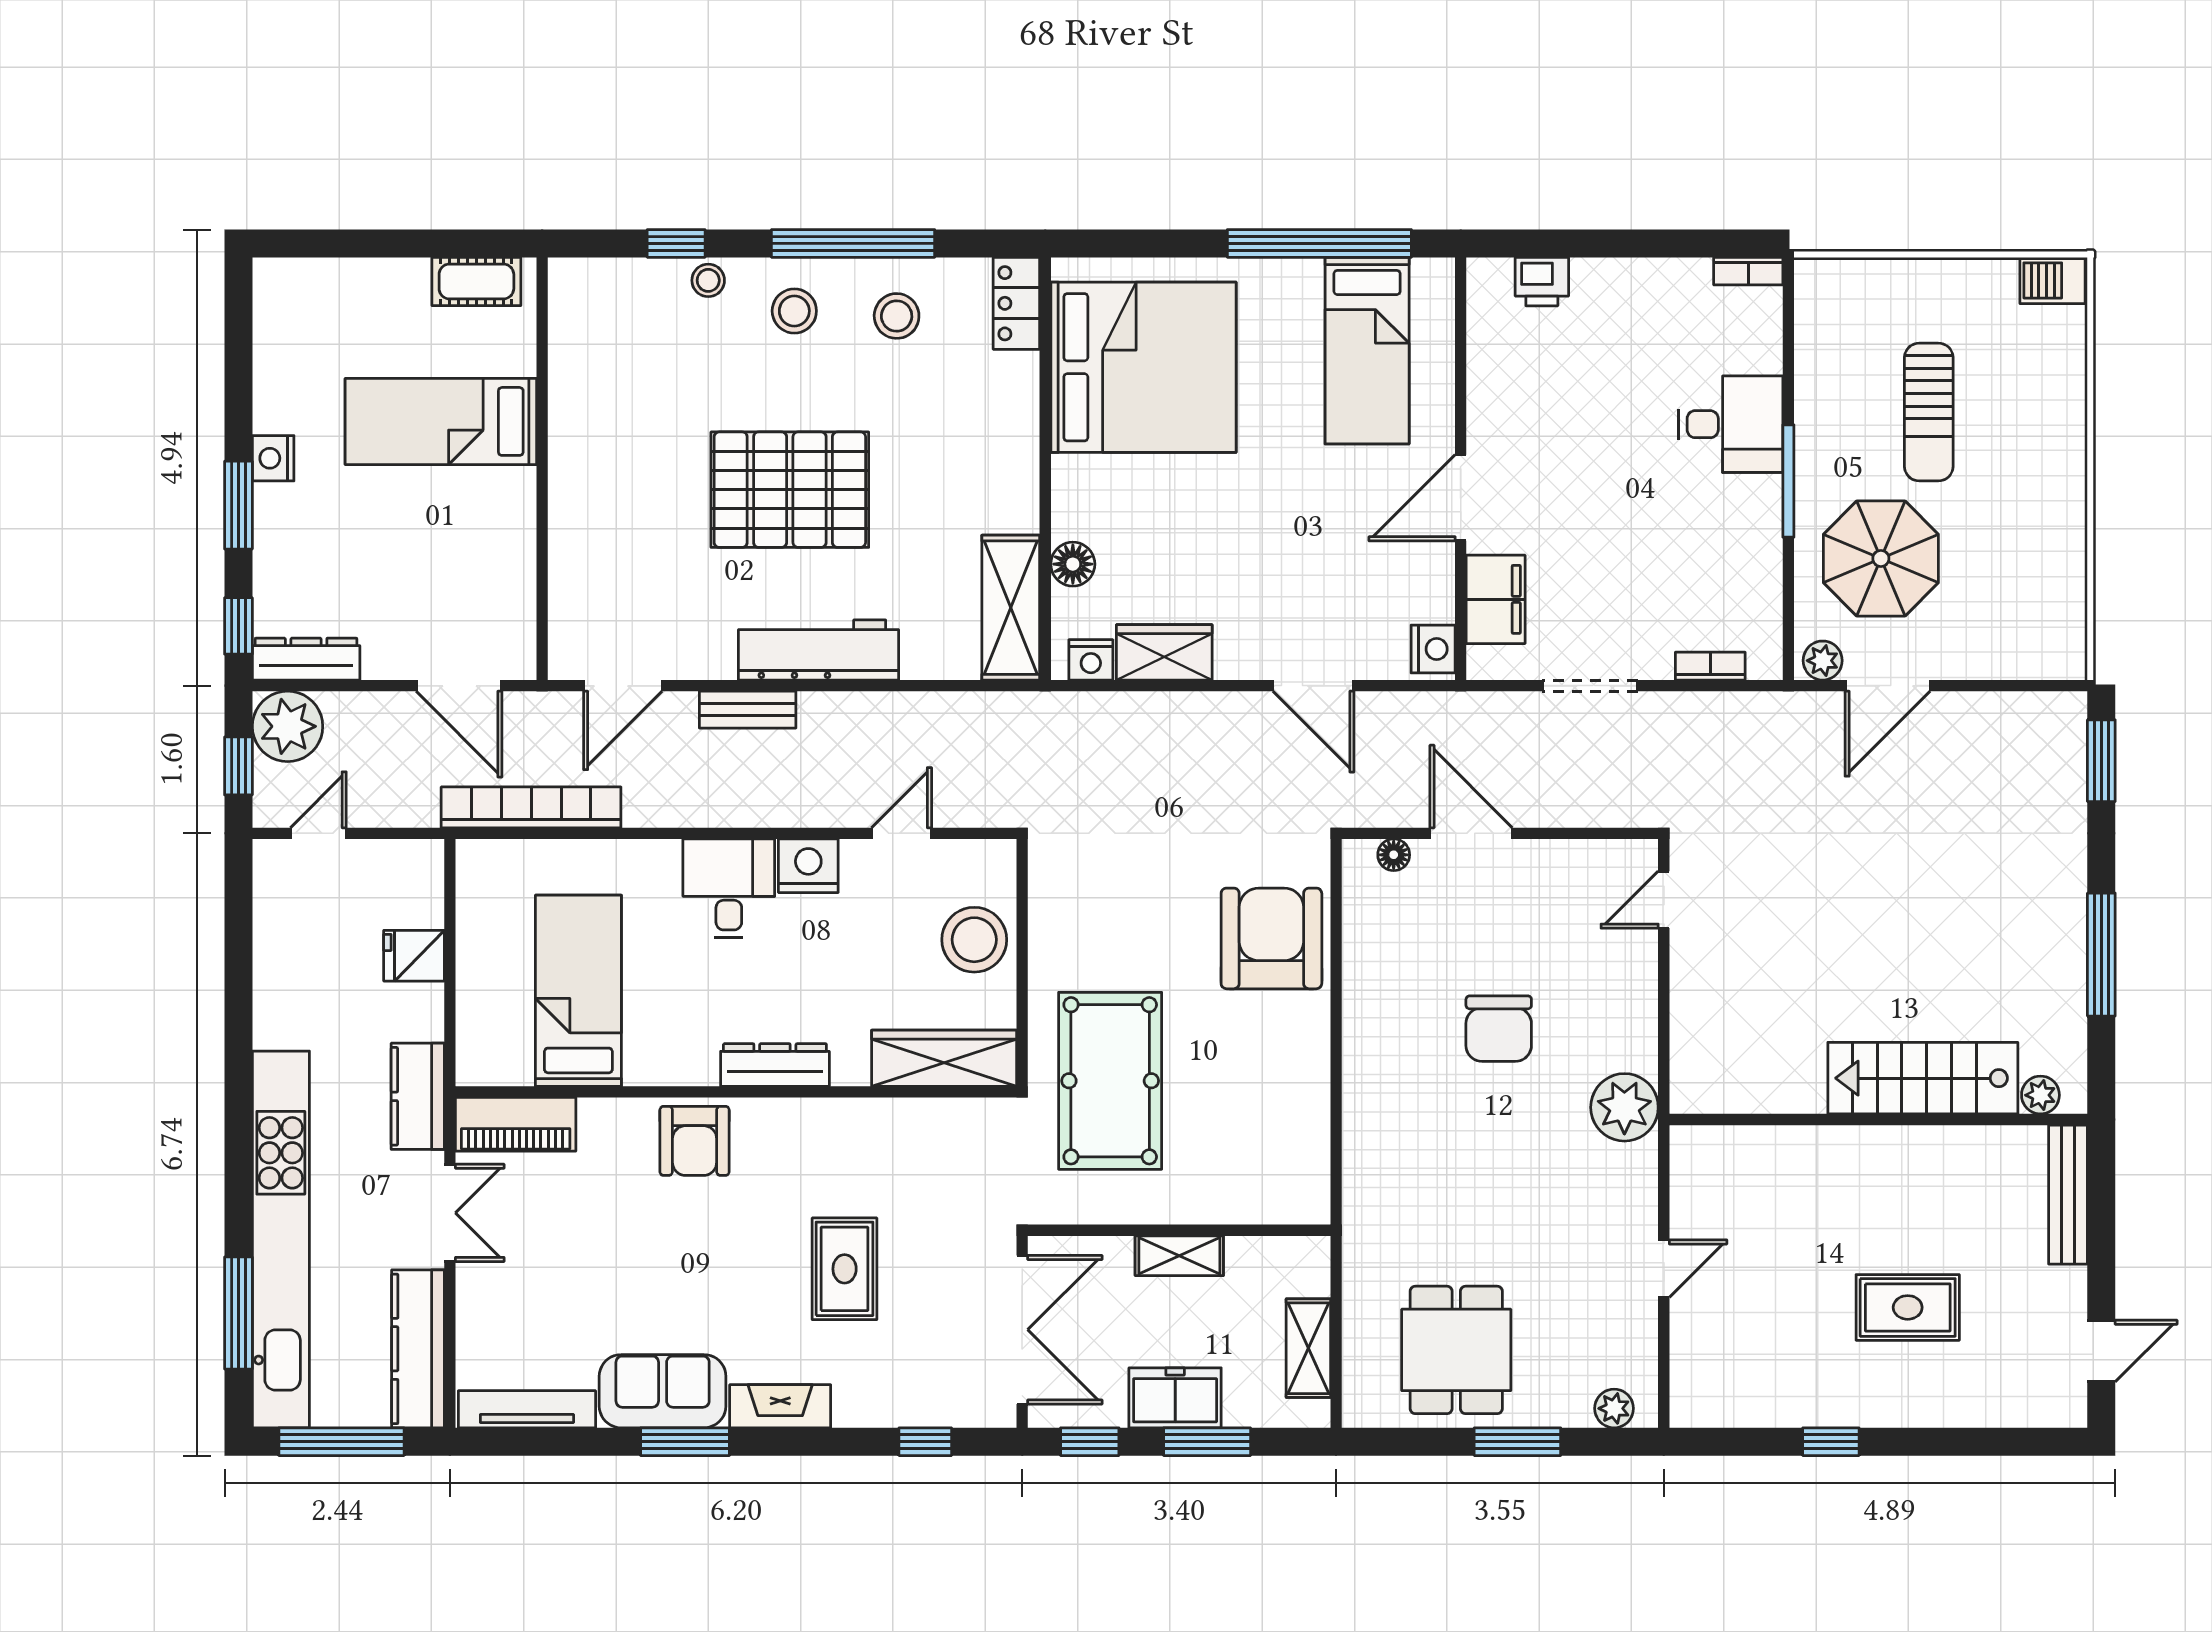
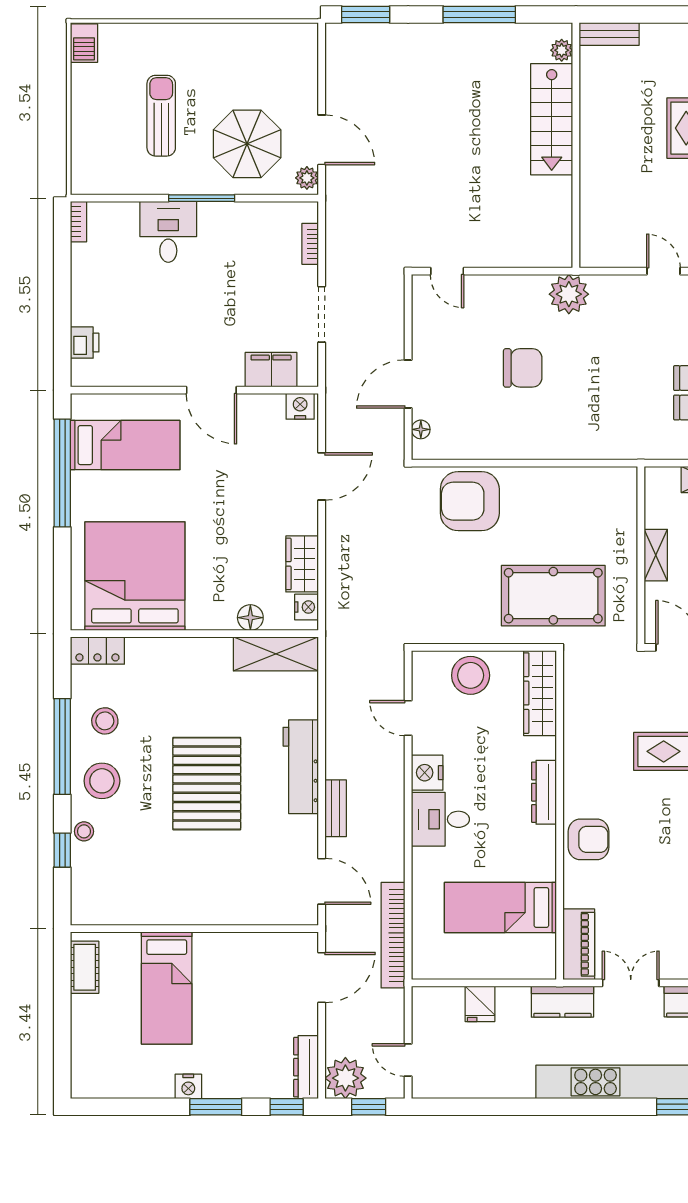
stool: (794, 311) -> (102, 781), width x1.38, depth x1.38
sun lounger: (1929, 412) -> (161, 116), turned -90
bench: (2068, 1195) -> (609, 34), width x0.73

